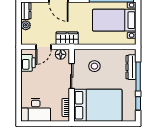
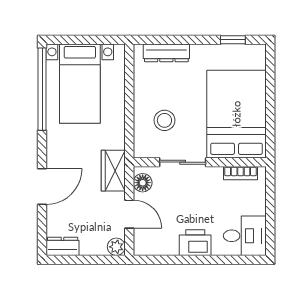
plant: (26, 25) -> (116, 247), moved
printer: (28, 63) -> (195, 243), moved
window: (138, 76) -> (184, 40), removed
desk: (36, 110) -> (245, 236), width x0.73

